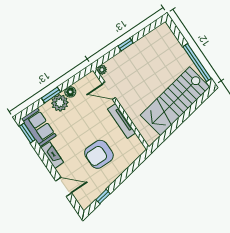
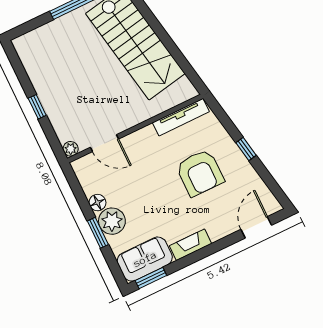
door: (109, 91) -> (104, 143), hinge flipped
tv unit: (122, 121) -> (181, 117), moved
door: (64, 187) -> (256, 227), moved
window: (103, 197) -> (246, 149), moved

